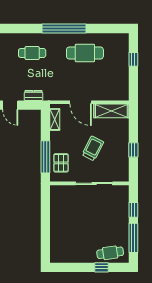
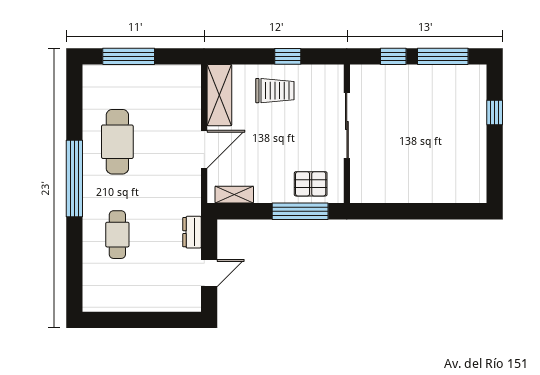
window: (133, 59) -> (129, 56), width x2.17
trolley: (93, 148) -> (275, 91), moved, turned 153
cafe table: (110, 253) -> (469, 97), removed

